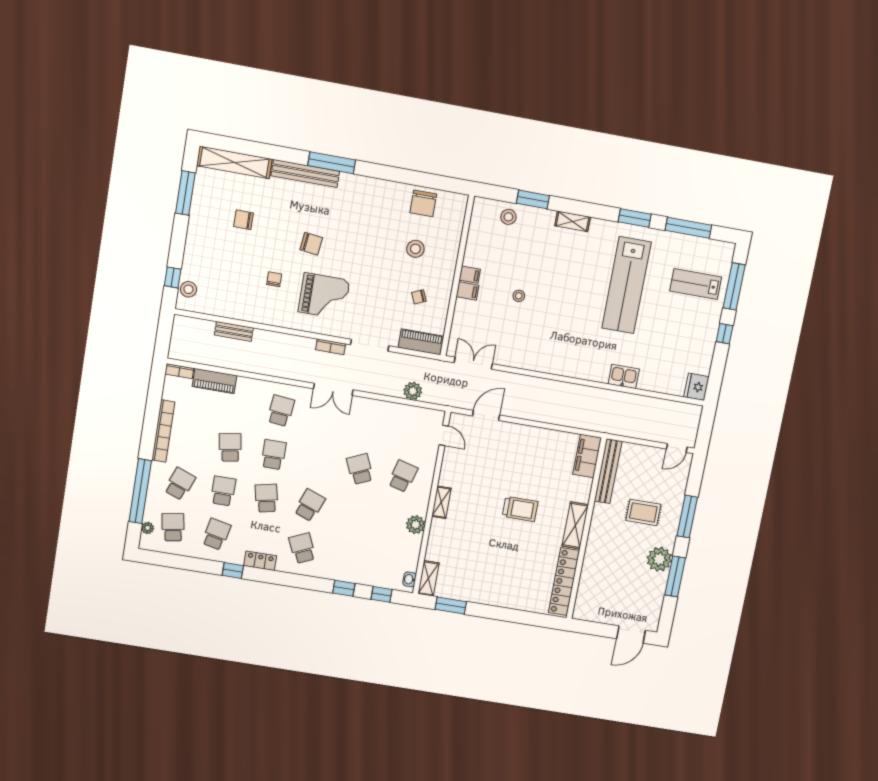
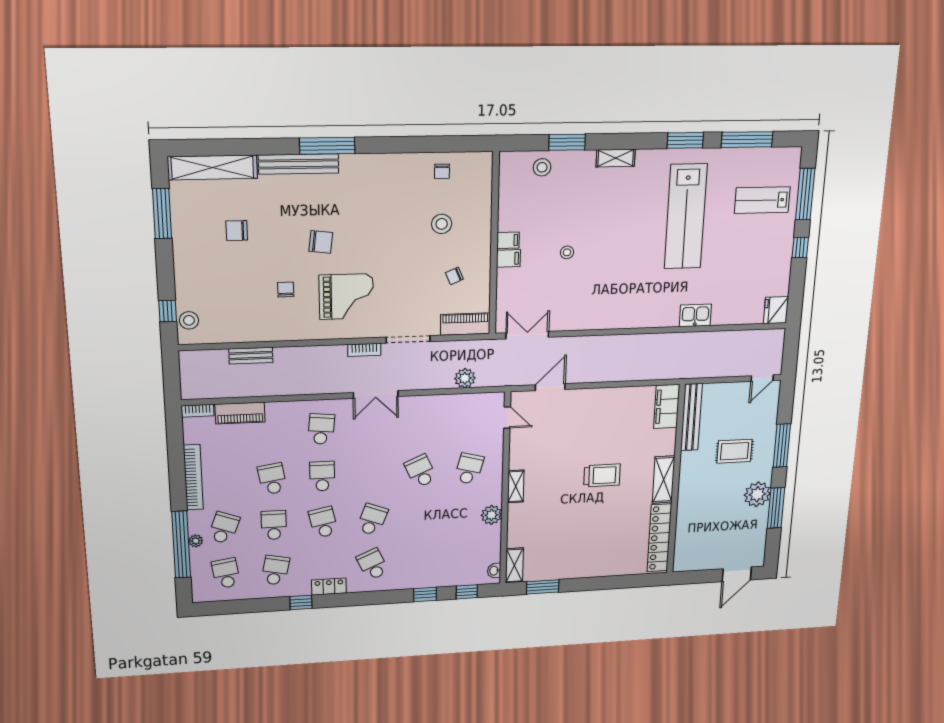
chair: (423, 203) -> (442, 171), width x0.54, depth x0.54
plant: (148, 528) -> (196, 541), moved

